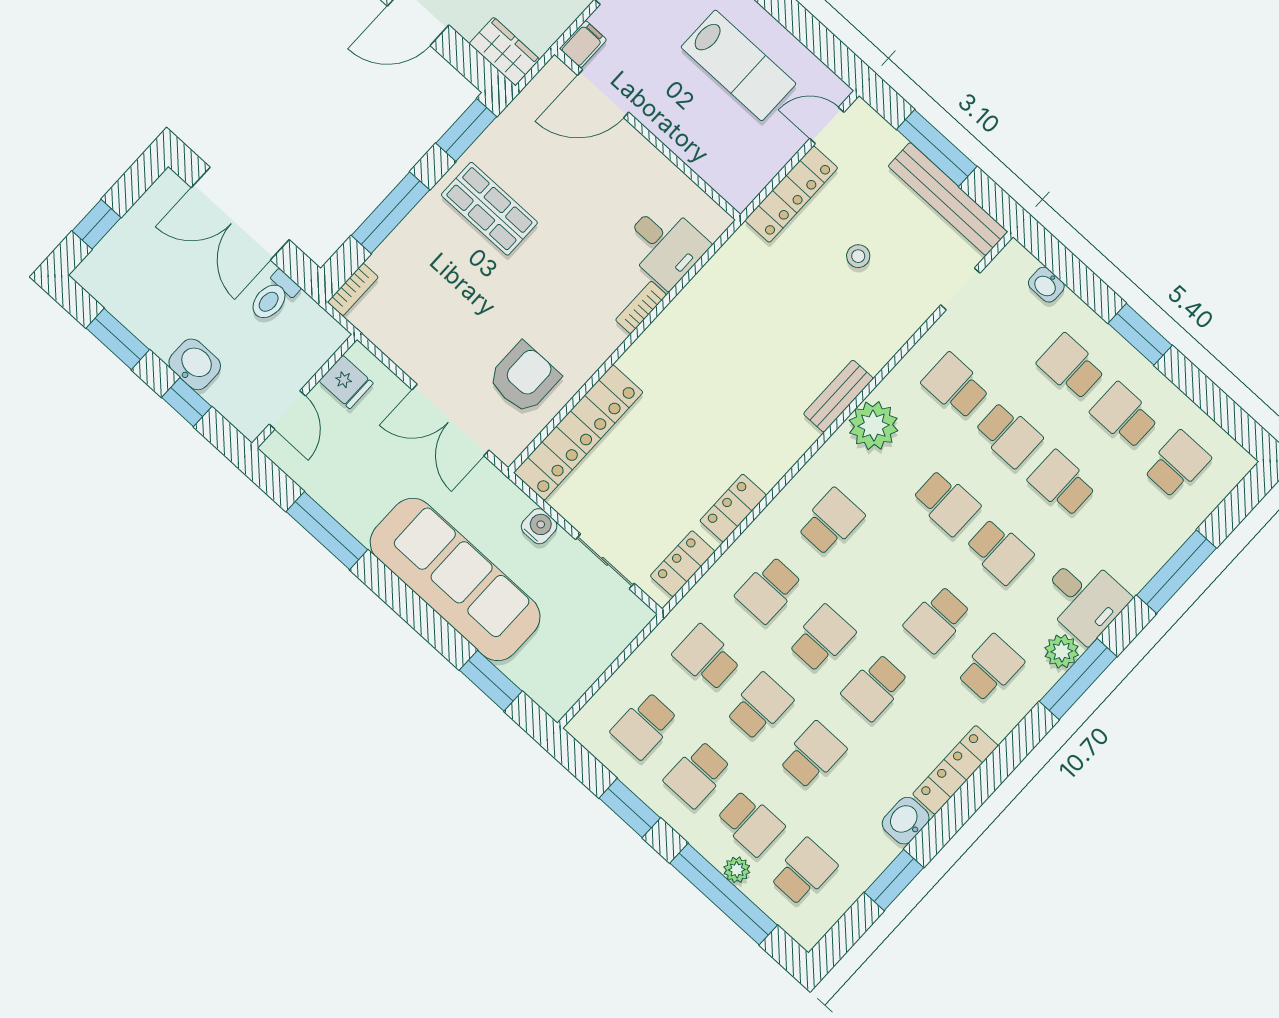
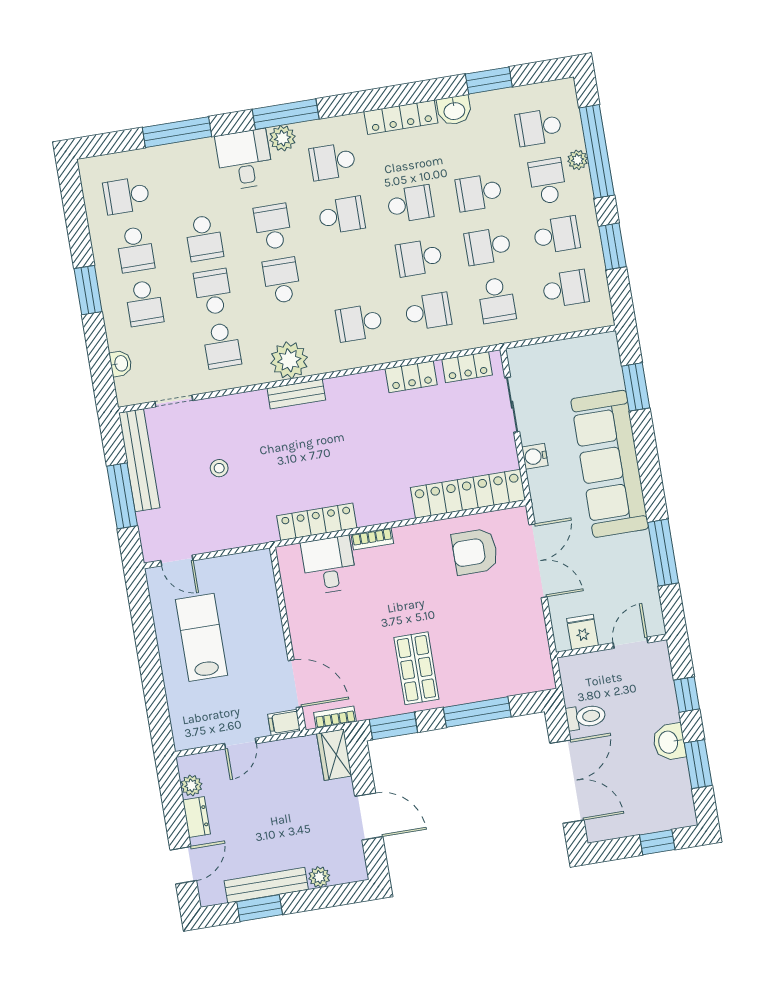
locker: (791, 194) -> (317, 522), moved
bookcase: (353, 290) -> (335, 717), moved
washbasin: (195, 364) -> (669, 742), moved

